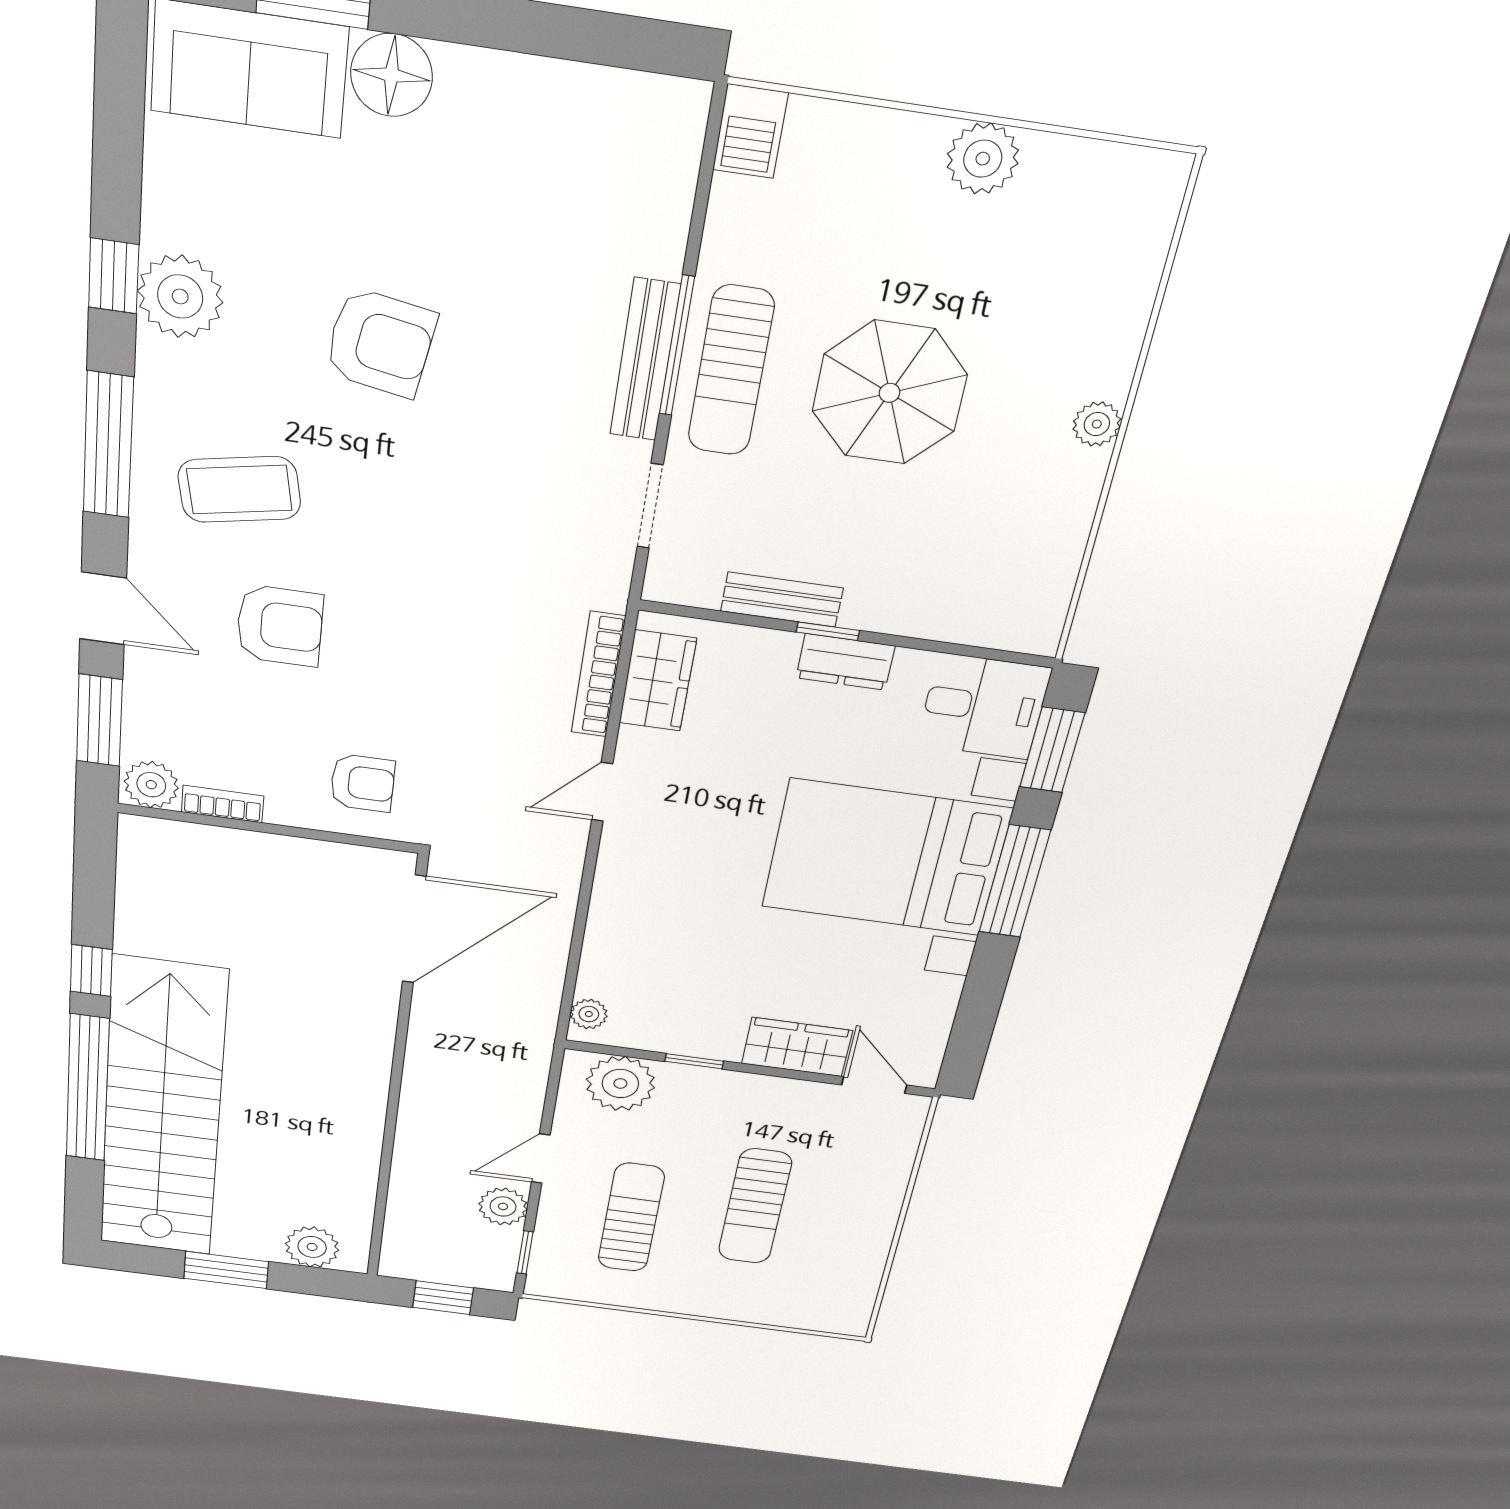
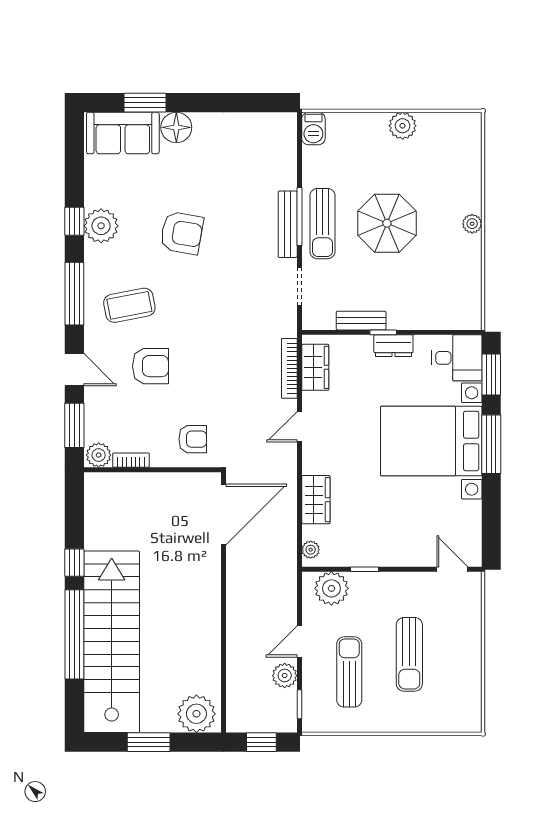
wardrobe: (797, 1047) -> (316, 500), moved, turned 90
plant: (312, 1247) -> (196, 714), width x1.36, depth x1.36

